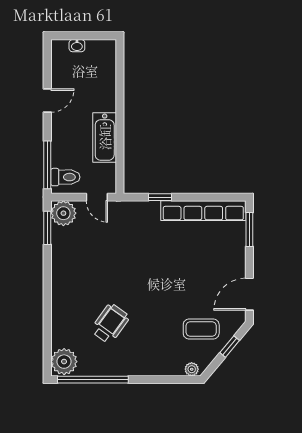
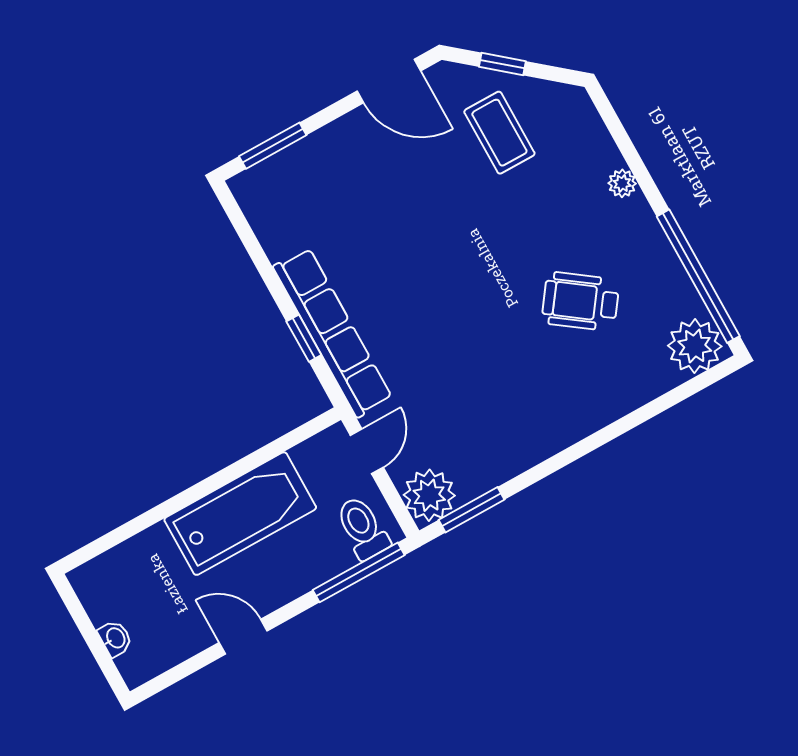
bathtub: (105, 137) -> (240, 514), width x1.36, depth x1.36
row of seats: (203, 211) -> (333, 332), moved
plant: (192, 369) -> (622, 183), moved

